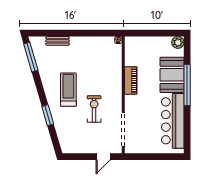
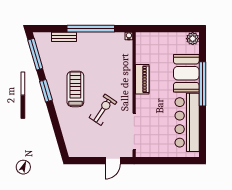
window: (83, 33) -> (91, 29), added
exercise bike: (94, 109) -> (103, 110), turned 34
window: (48, 115) -> (46, 91), moved

